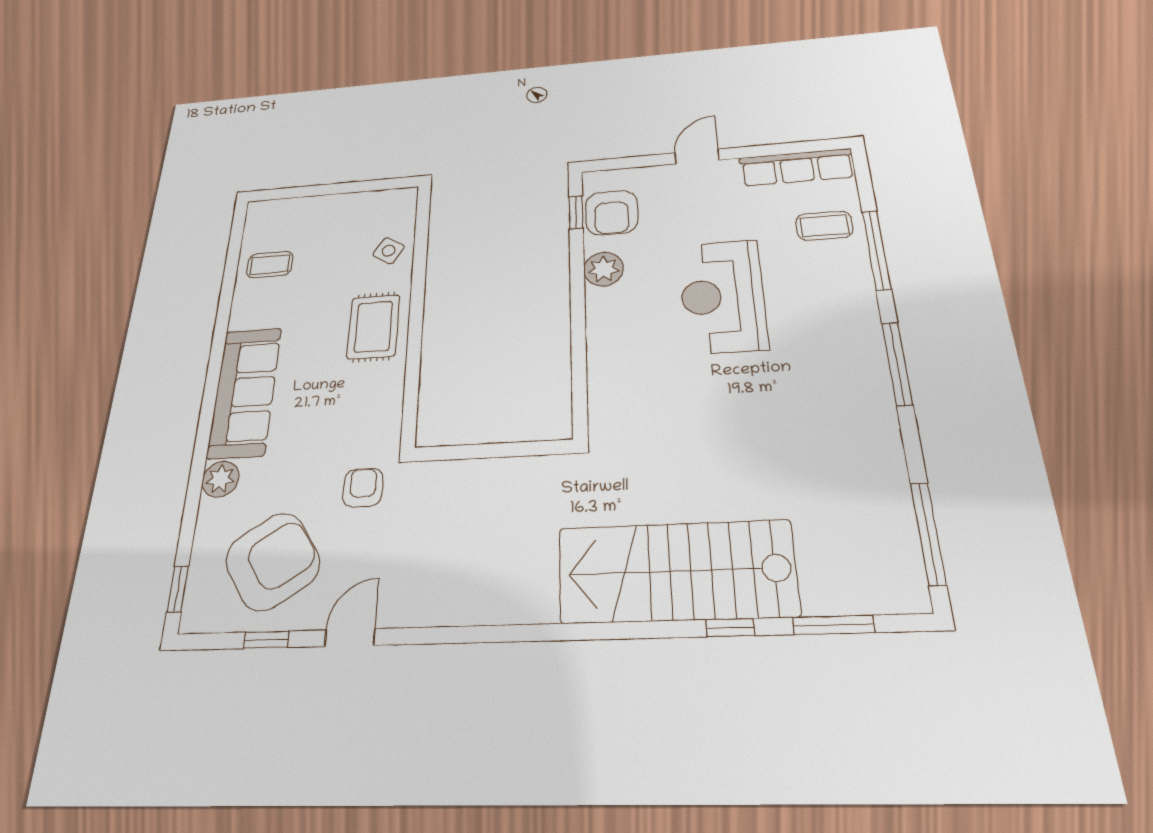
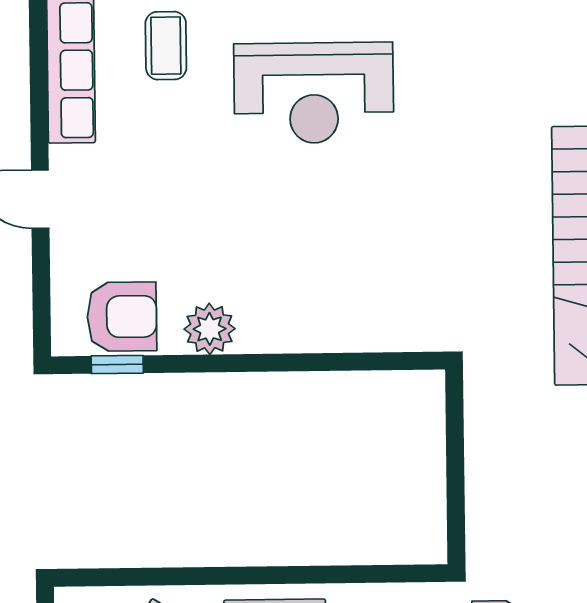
reception desk: (722, 296) -> (314, 93), moved

